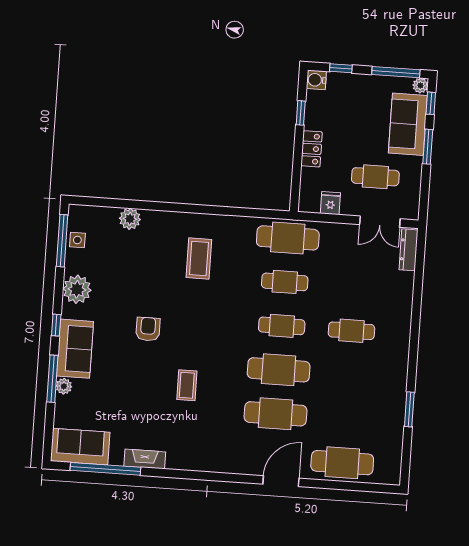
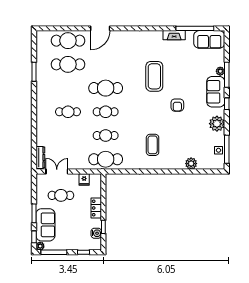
water cooler: (316, 80) -> (96, 233), moved
coffee table: (187, 385) -> (154, 76), width x1.86, depth x1.72
cafe table: (276, 414) -> (68, 64), moved

